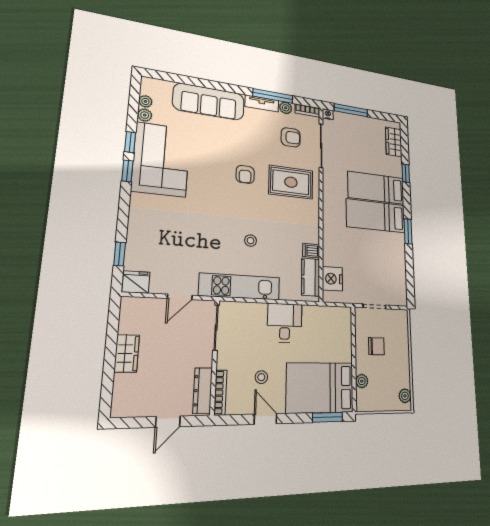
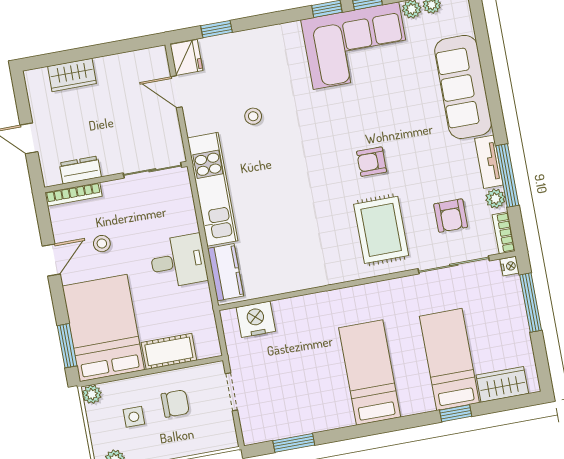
bed: (376, 188) -> (449, 359), moved
window: (408, 231) -> (294, 443), moved
stool: (251, 241) -> (253, 116), moved
dishwasher: (311, 251) -> (288, 280), removed
kitchen counter: (311, 277) -> (226, 272), moved, turned 90
door: (180, 297) -> (176, 92), moved
cot: (343, 343) -> (169, 351), added
chair: (376, 346) -> (175, 404), turned -90
wardrobe: (127, 353) -> (72, 75), moved
side table: (381, 377) -> (134, 417), added
plant: (362, 381) -> (92, 394), moved
dresser: (203, 391) -> (80, 170), width x0.70

